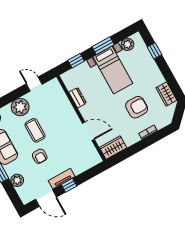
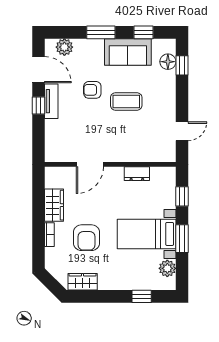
plant: (20, 107) -> (164, 99), removed
wardrobe: (113, 148) -> (54, 205), moved
plant: (17, 180) -> (64, 47), moved
door: (46, 198) -> (38, 70), swing flipped

